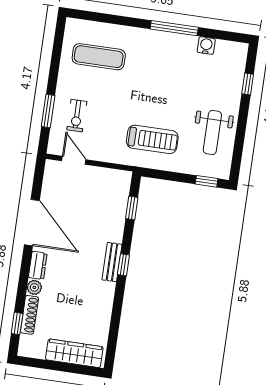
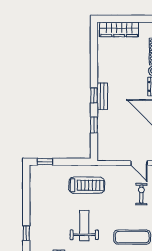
weight bench: (212, 133) -> (84, 226), moved
treadmill: (152, 139) -> (87, 185), turned 180
window: (132, 208) -> (94, 125), moved

